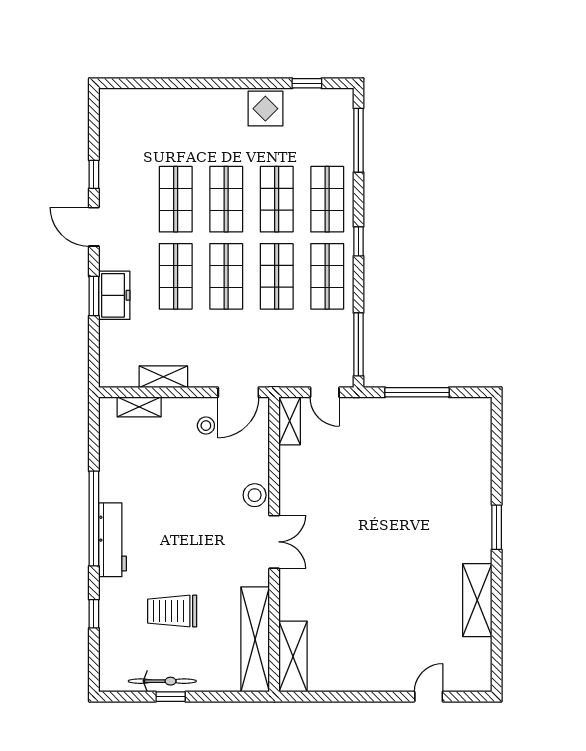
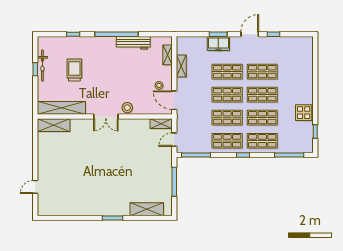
workbench: (112, 540) -> (133, 43), moved
shelving: (477, 600) -> (147, 209), moved
door: (429, 697) -> (35, 187), swing flipped

